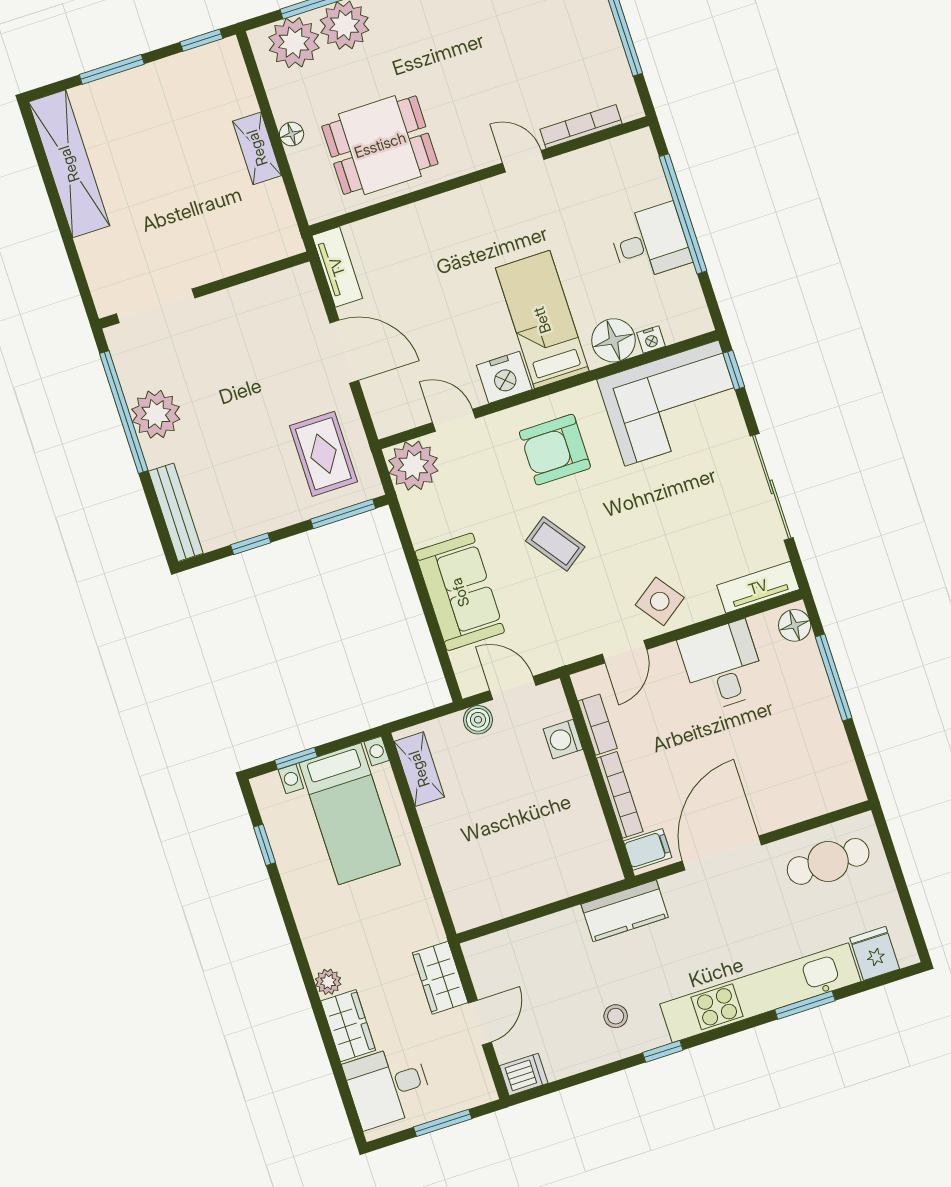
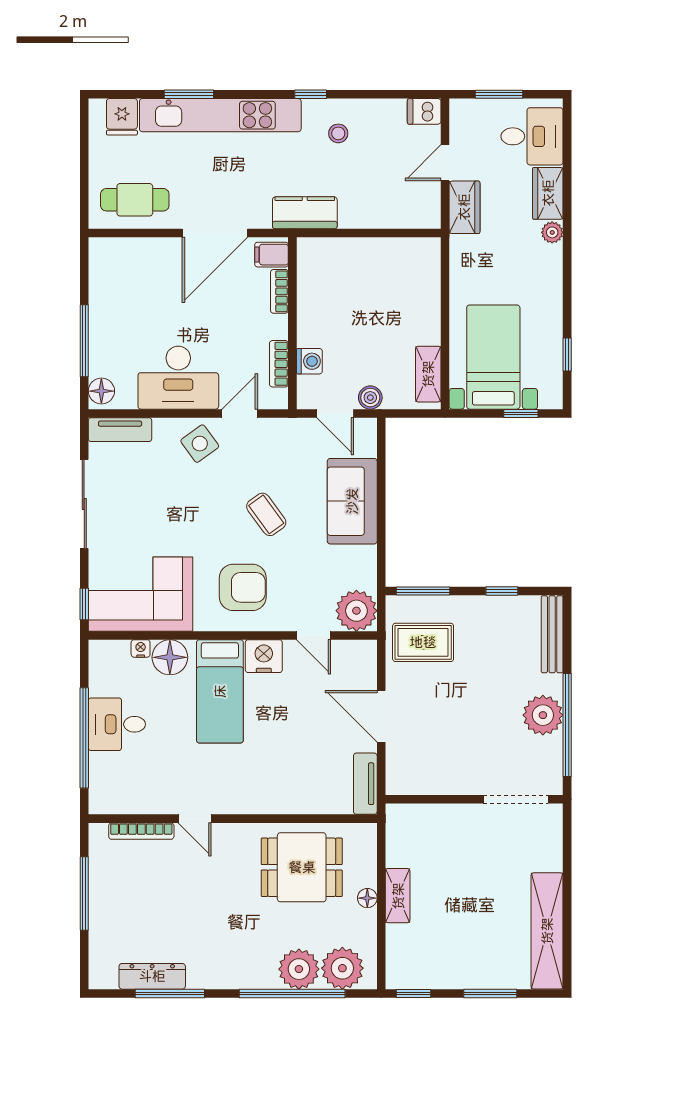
rug: (323, 454) -> (423, 642), turned 90
desk: (723, 666) -> (178, 378), width x1.37
bookcase: (620, 795) -> (279, 291), width x0.64

